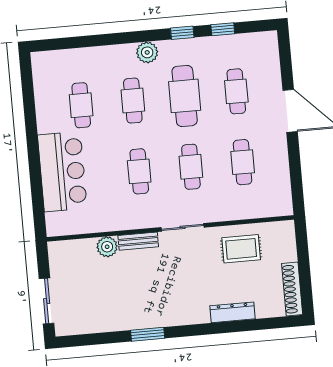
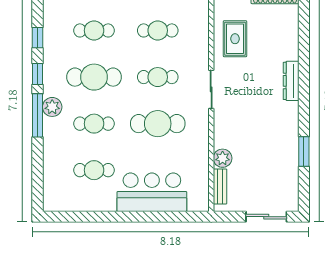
window: (136, 37) -> (37, 115), added
cafe table: (139, 171) -> (158, 124), width x1.37, depth x1.35
bench: (138, 241) -> (220, 186), moved
dresser: (233, 312) -> (291, 81), moved
window: (148, 334) -> (304, 151), moved

